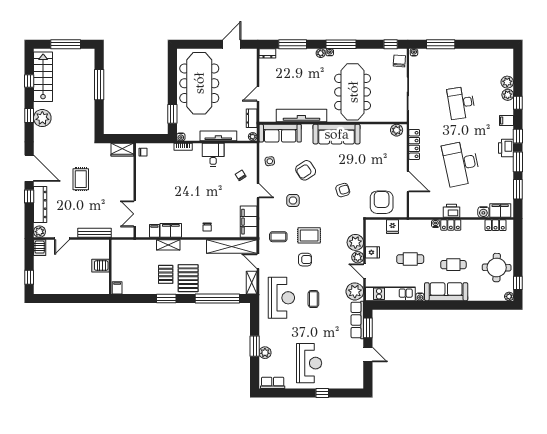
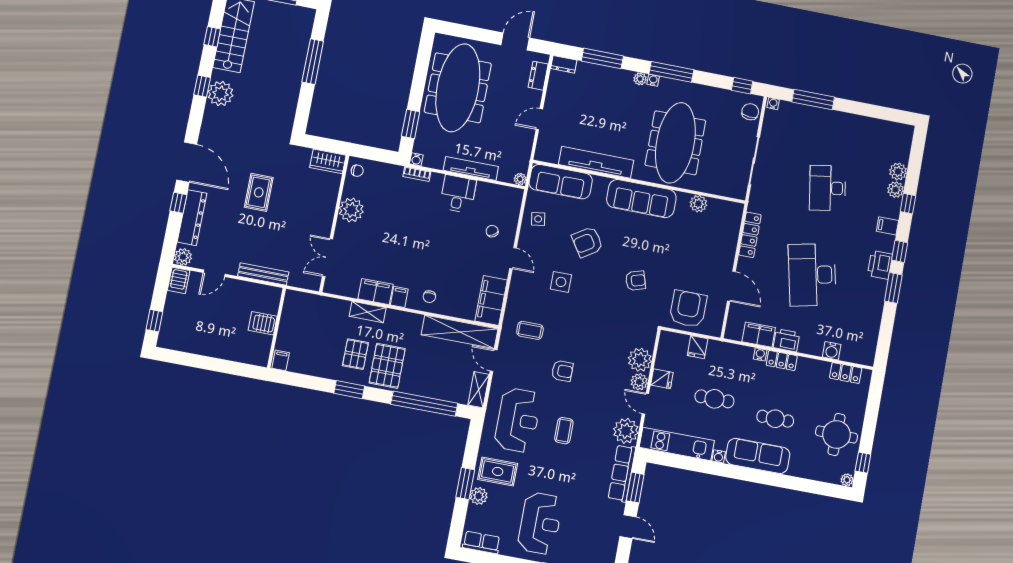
dresser: (252, 118) -> (538, 76), moved
plant: (397, 130) -> (698, 204), moved
plant: (144, 179) -> (351, 210), added
window: (518, 189) -> (886, 327), removed
filing cabinet: (500, 211) -> (759, 335), moved
filing cabinet: (154, 231) -> (399, 297), moved
rug: (309, 235) -> (498, 471), moved

